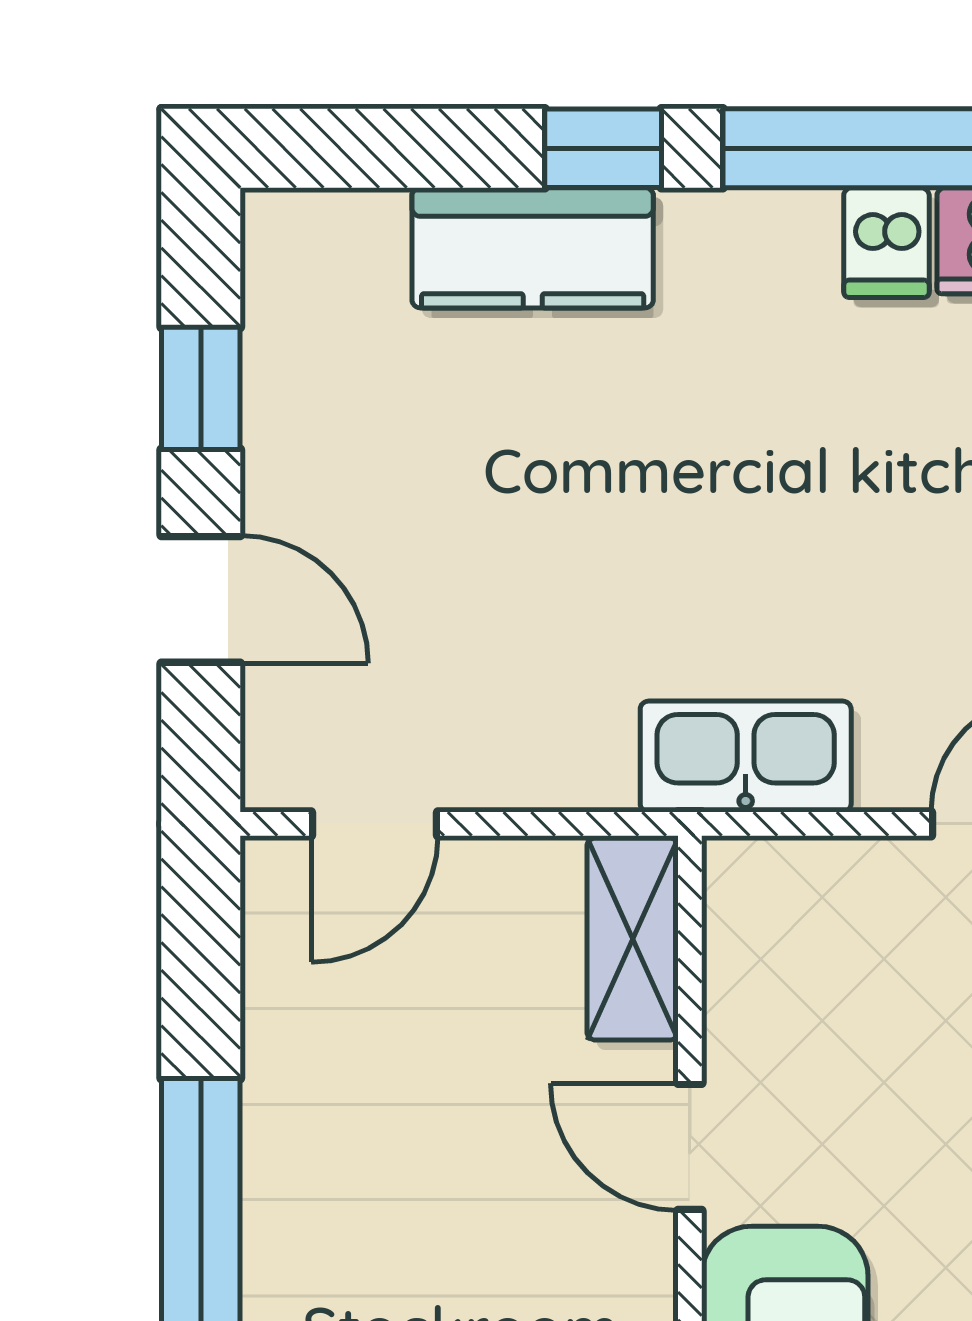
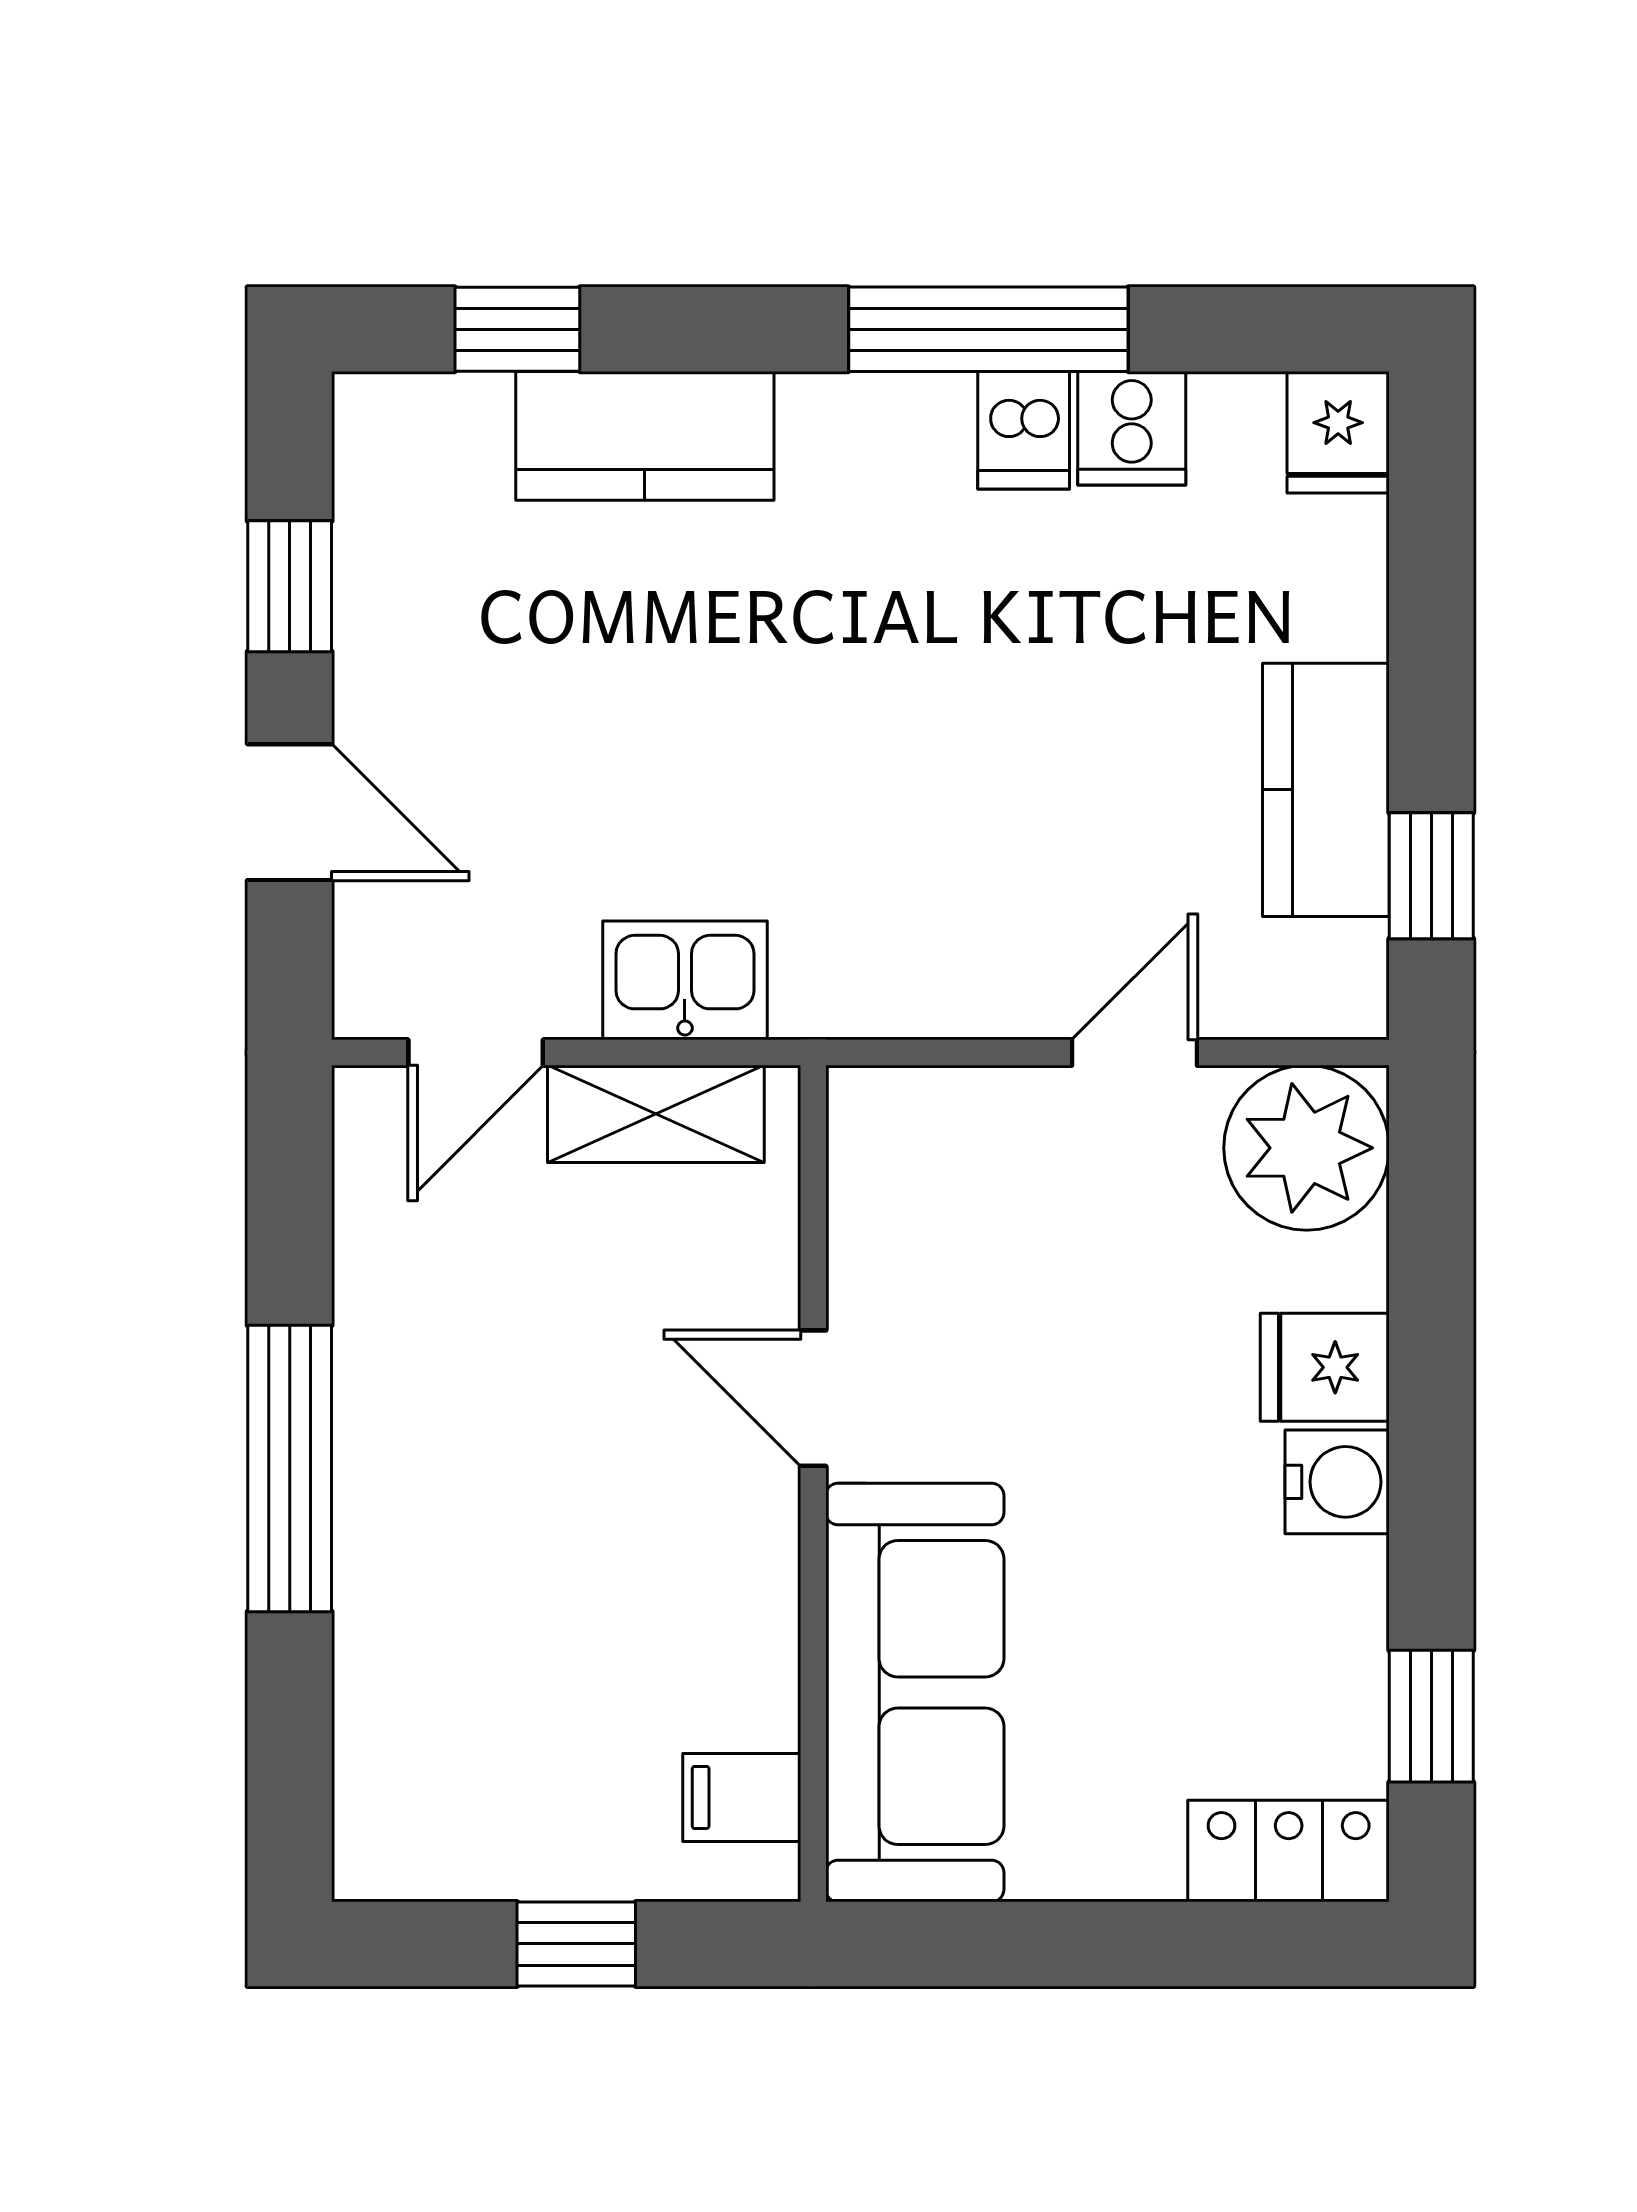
window: (603, 148) -> (517, 329), moved
kitchen sink: (746, 757) -> (685, 980), moved, width x0.73
shelving: (633, 939) -> (656, 1114), moved, turned 90

